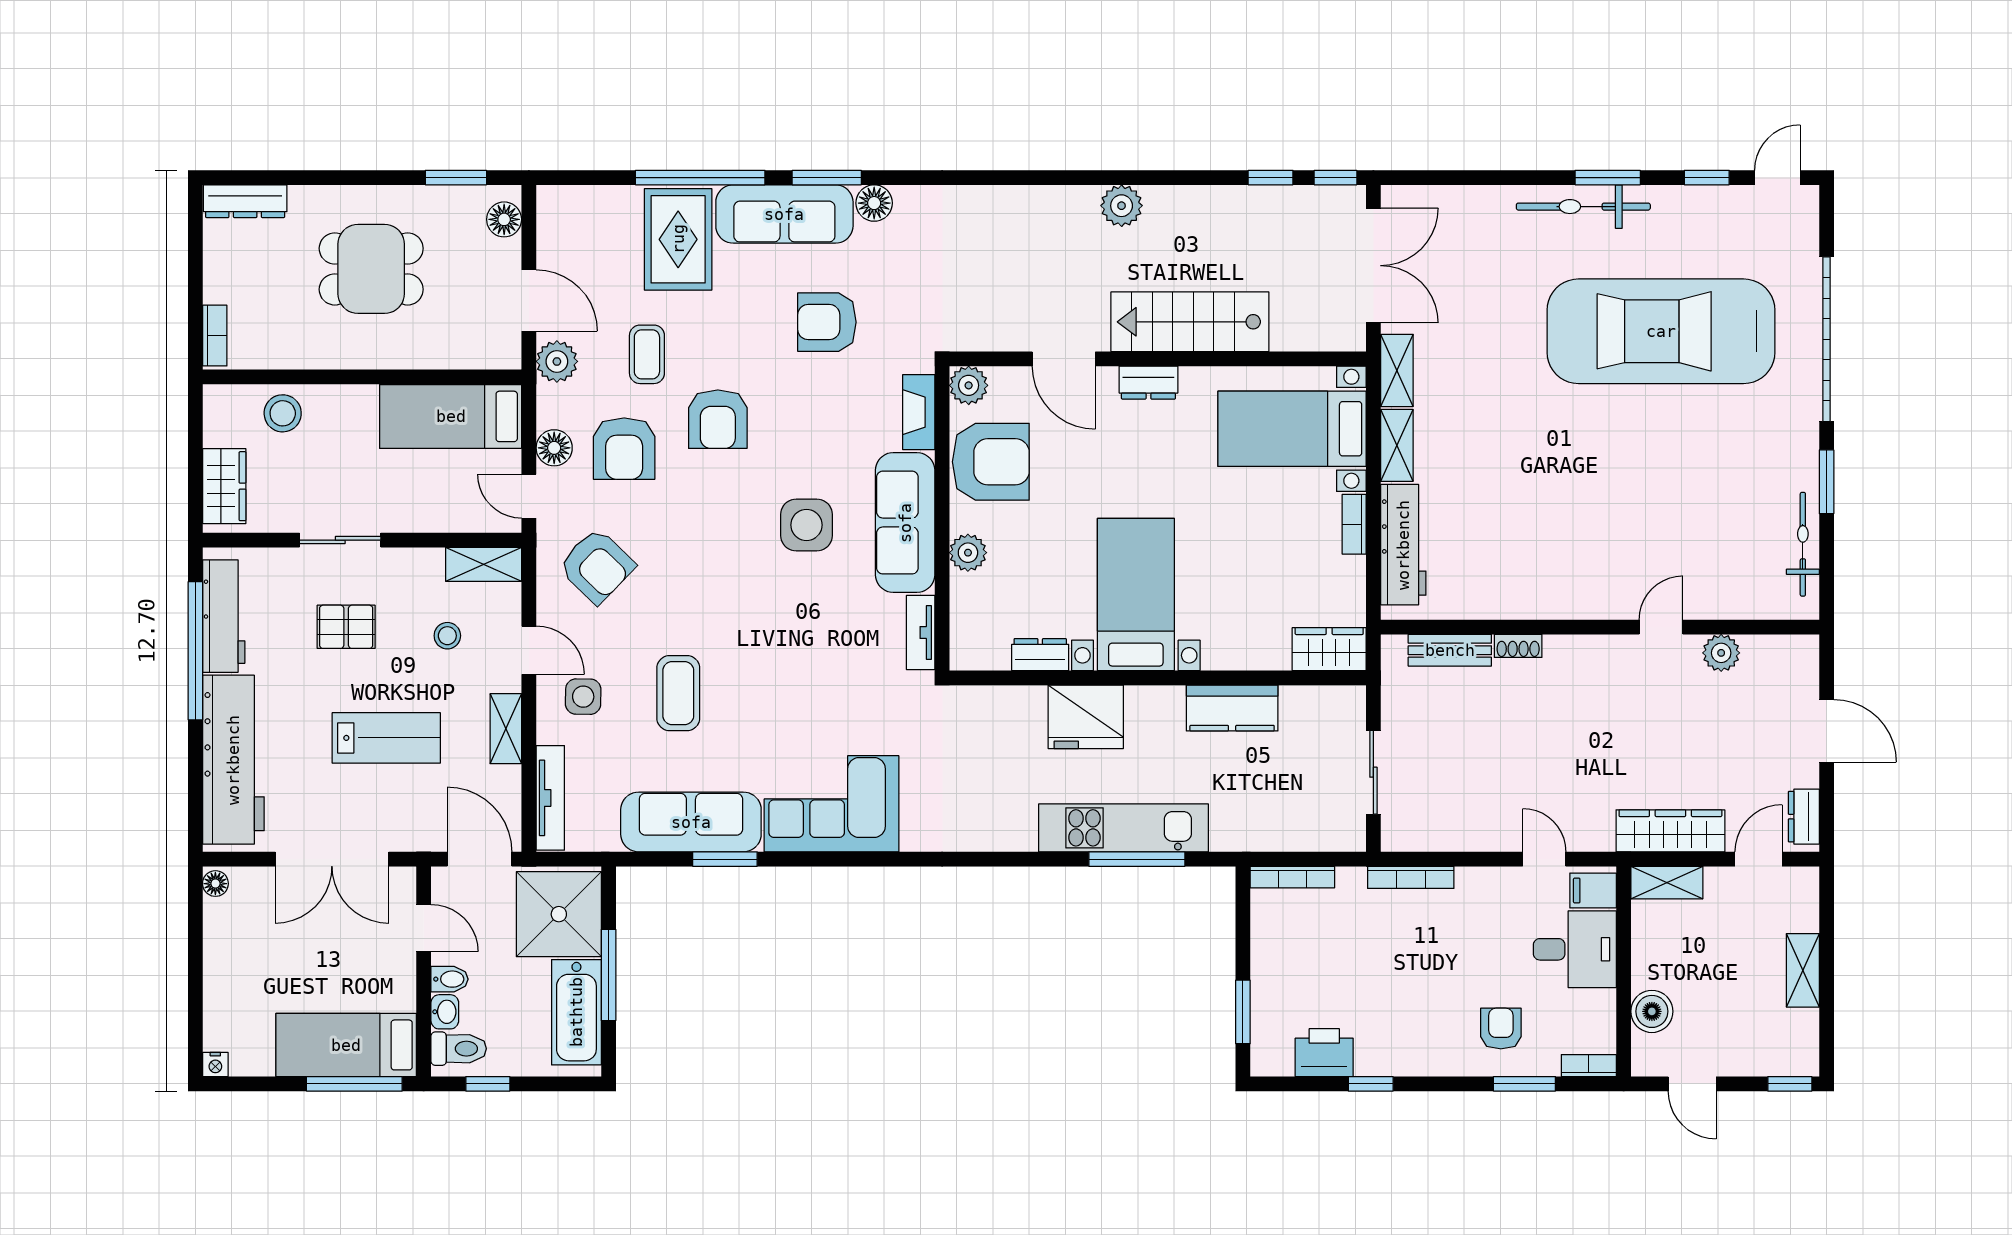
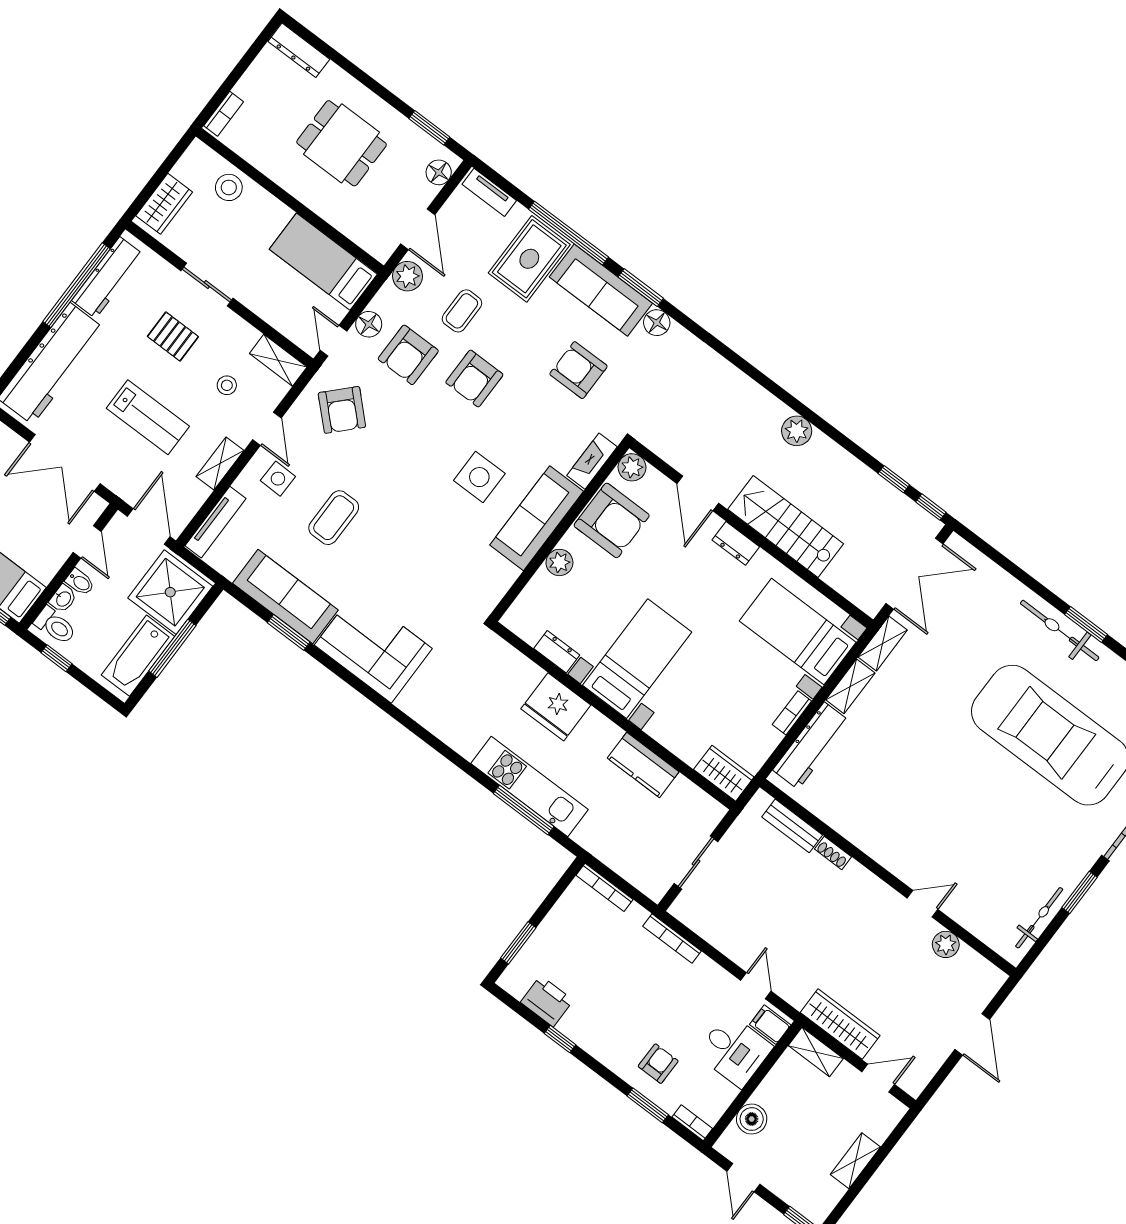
tv unit: (921, 632) -> (489, 192), moved, turned -90
dresser: (1804, 817) -> (922, 1073), removed

